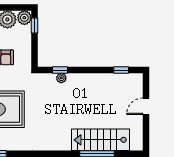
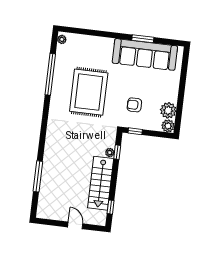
window: (35, 26) -> (135, 131), moved
stairs: (100, 140) -> (101, 183), moved, turned 180

